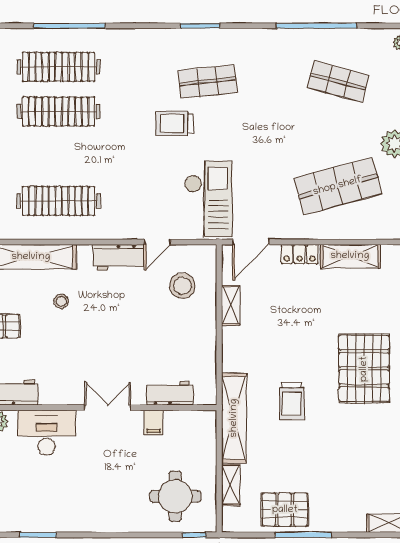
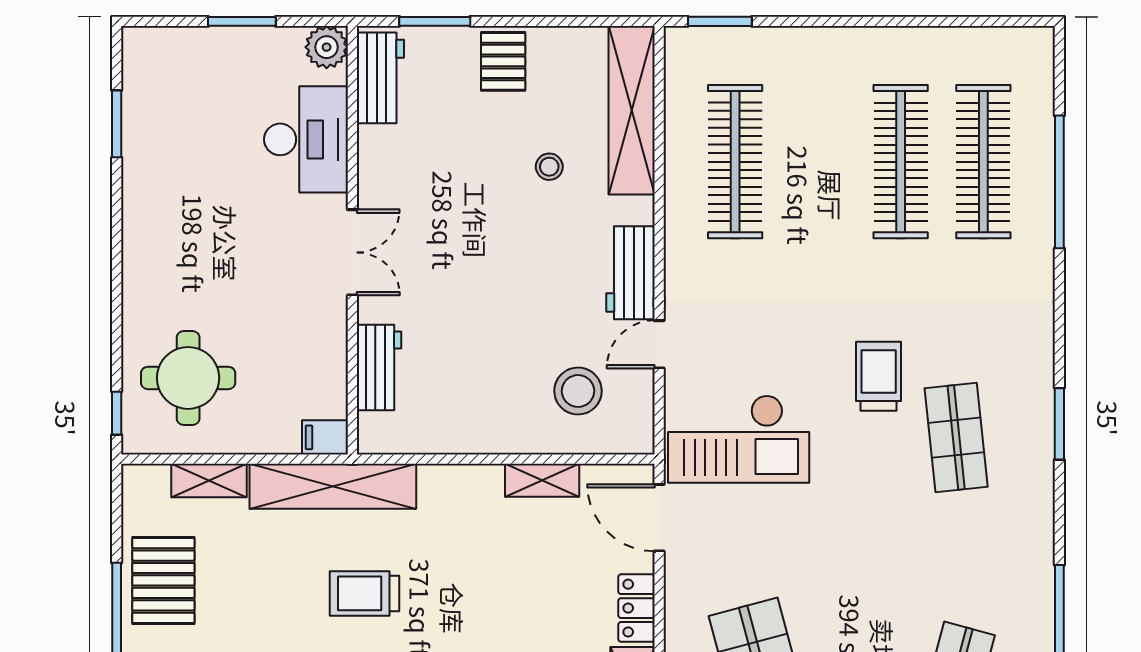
door: (157, 242) -> (659, 344), hinge flipped
filing cabinet: (153, 422) -> (325, 437), moved

